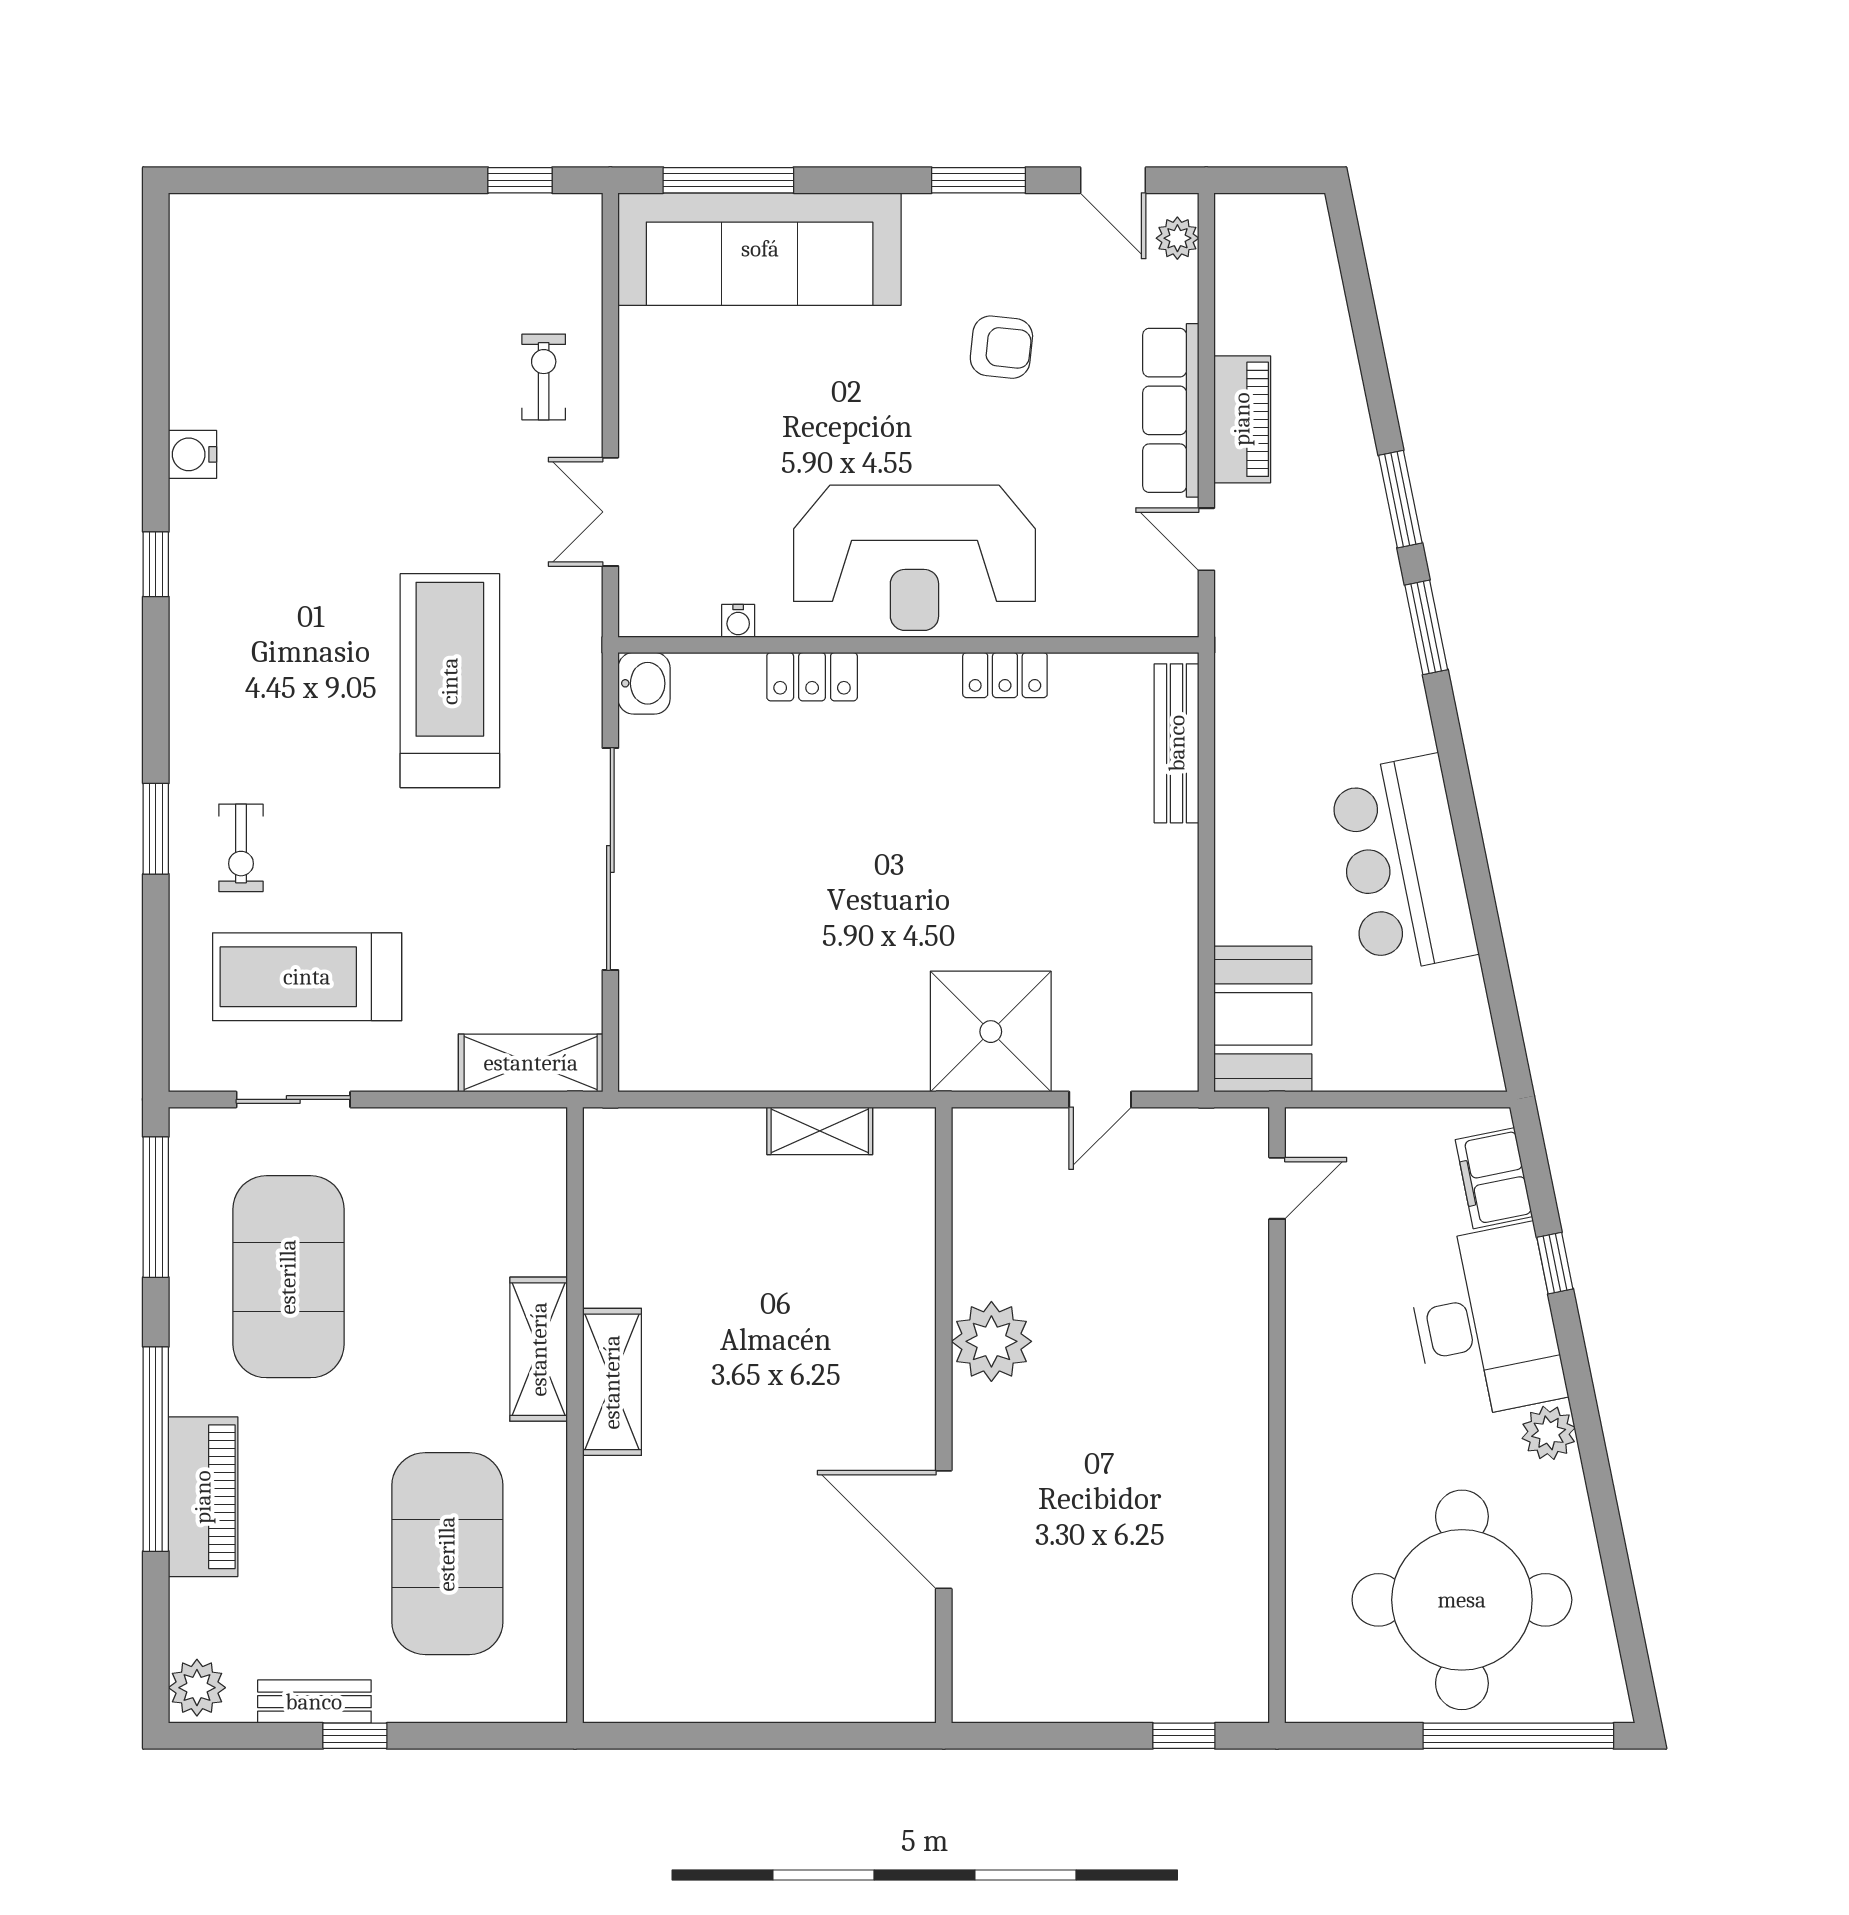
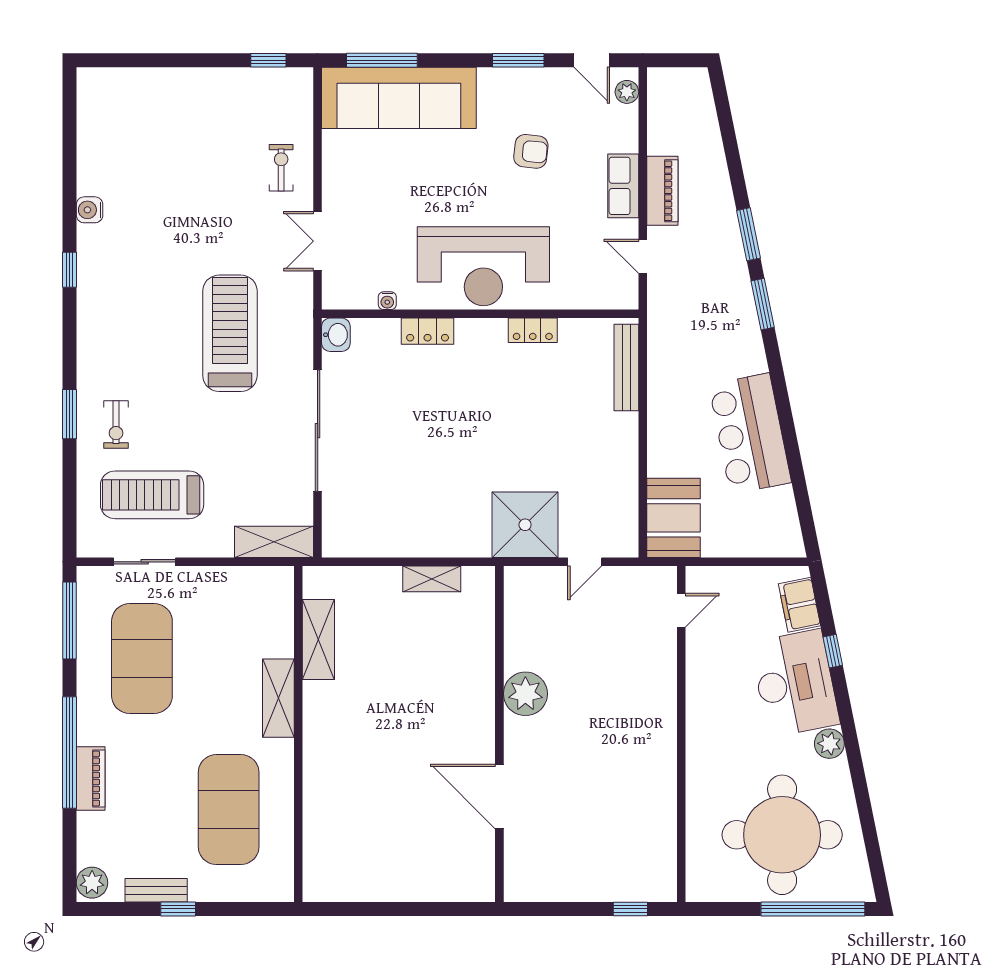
row of seats: (1171, 410) -> (623, 186), width x0.68
shelving: (612, 1382) -> (318, 640), moved
piano: (203, 1497) -> (91, 778), width x0.73, depth x0.75

